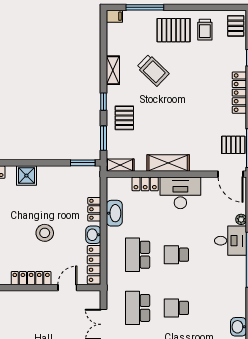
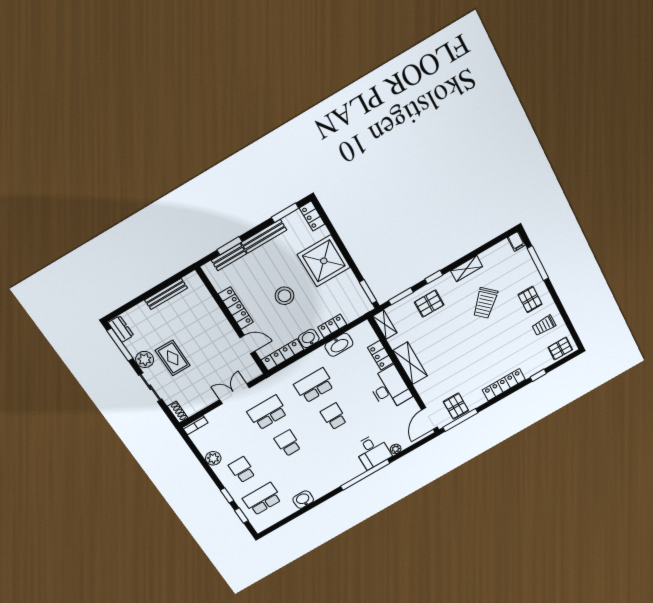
pallet: (174, 30) -> (530, 299), width x0.67, depth x0.71
shower: (26, 176) -> (324, 261), width x1.86, depth x1.86

